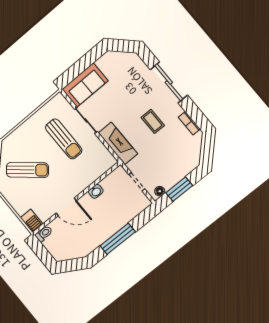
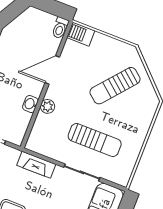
sun lounger: (64, 139) -> (95, 140), turned 180
fireplace: (118, 143) -> (36, 165), width x0.73, depth x0.76
plant: (84, 183) -> (47, 106), added

